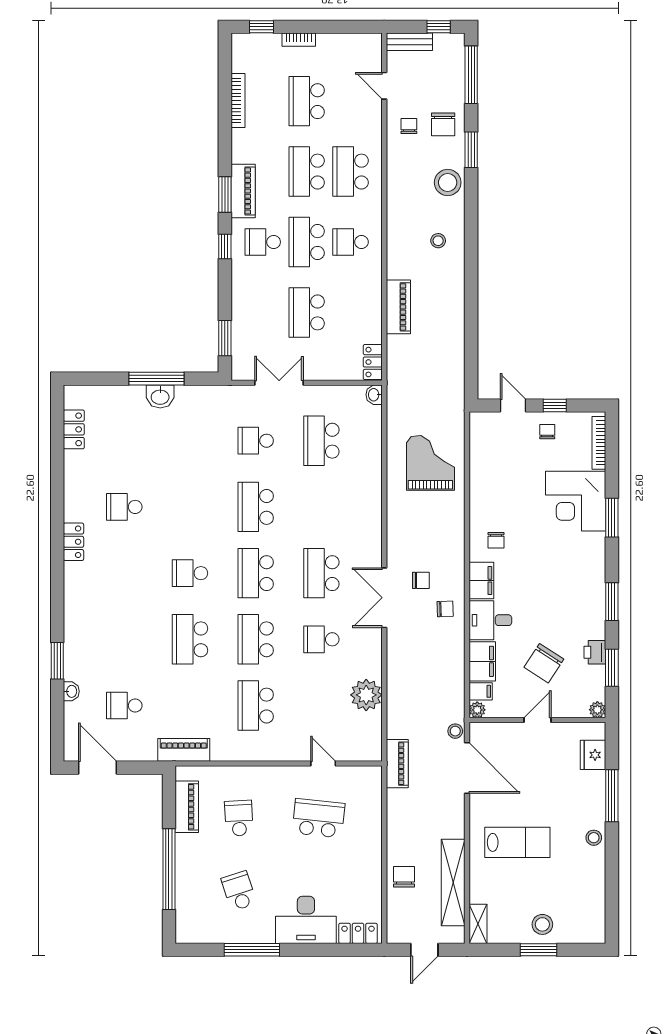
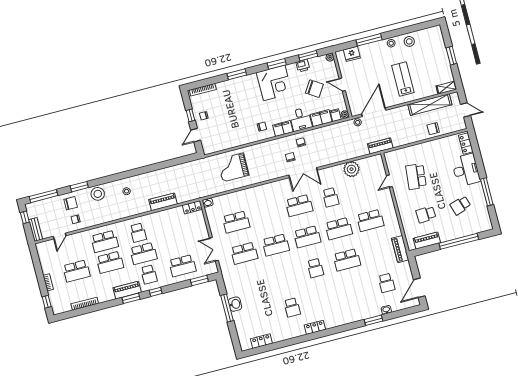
school desk: (307, 312) -> (182, 266), moved
school desk: (256, 441) -> (244, 253), width x1.85
corner desk: (576, 501) -> (274, 83), moved
stool: (542, 924) -> (409, 41), moved

